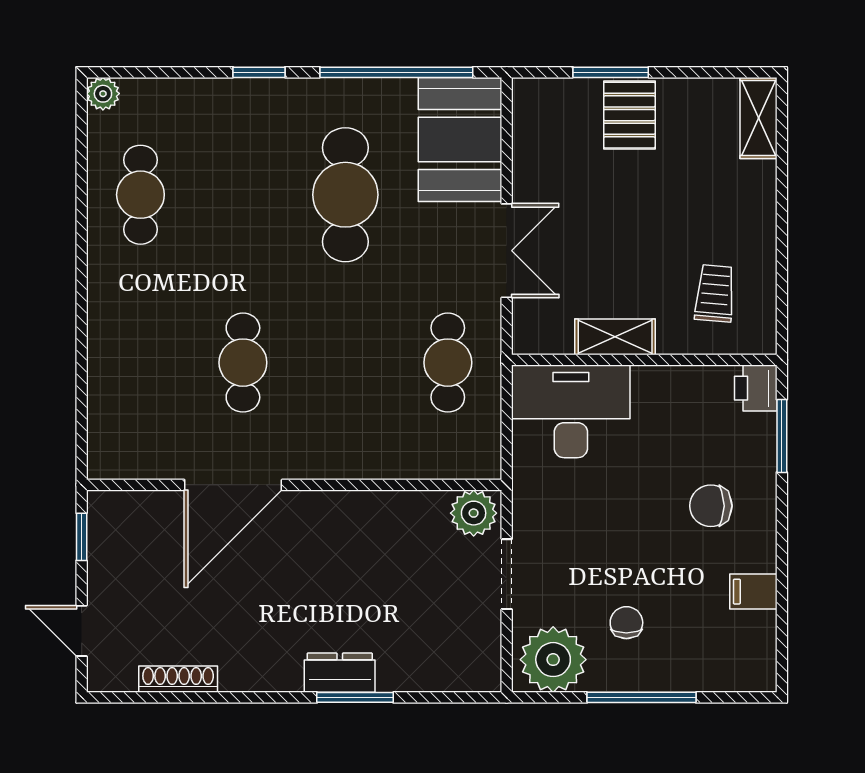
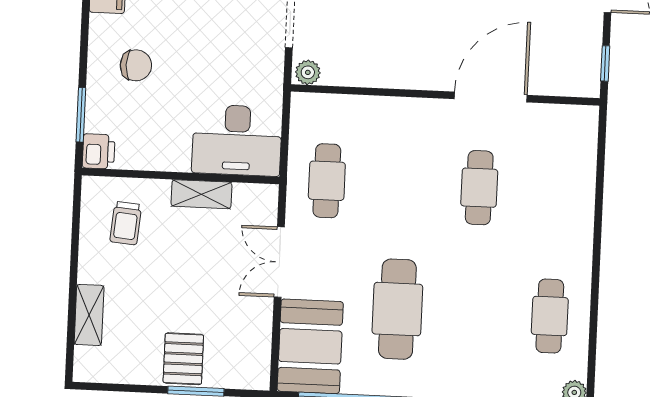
shelving: (759, 118) -> (89, 315), moved
plant: (474, 513) -> (308, 72), width x0.73, depth x0.73

